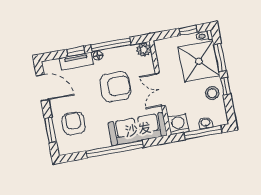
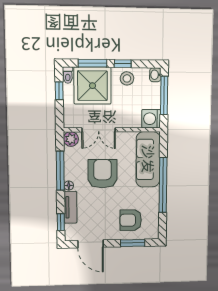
window: (76, 51) -> (61, 222), moved
door: (43, 88) -> (90, 244), swing flipped
double door: (160, 89) -> (99, 130), moved
washbasin: (205, 123) -> (155, 75), moved

